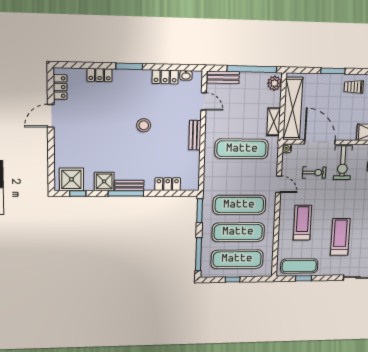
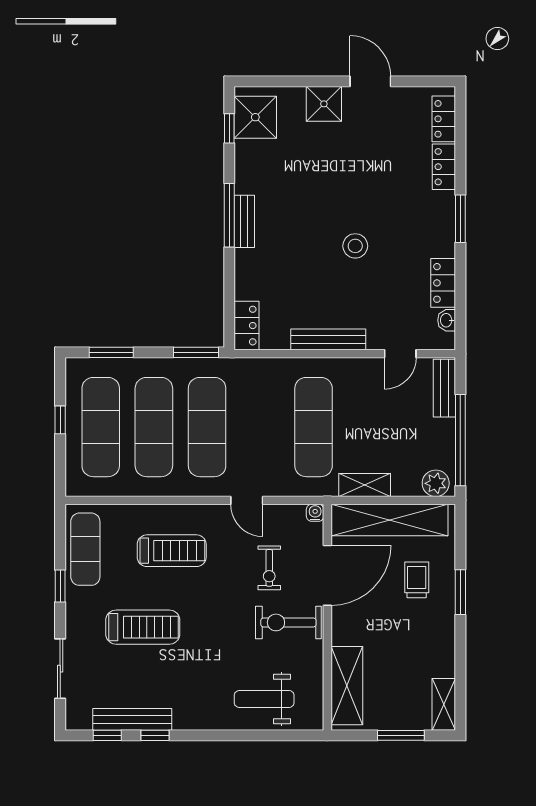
locker: (60, 87) -> (444, 119), moved, turned 90
trolley: (354, 87) -> (417, 580), moved
bench: (195, 135) -> (328, 339), width x1.36
shower: (104, 181) -> (324, 104), moved
locker: (168, 184) -> (247, 326), moved
door: (279, 184) -> (247, 500), hinge flipped
window: (198, 254) -> (111, 352), width x0.69
window: (304, 278) -> (60, 586), moved

